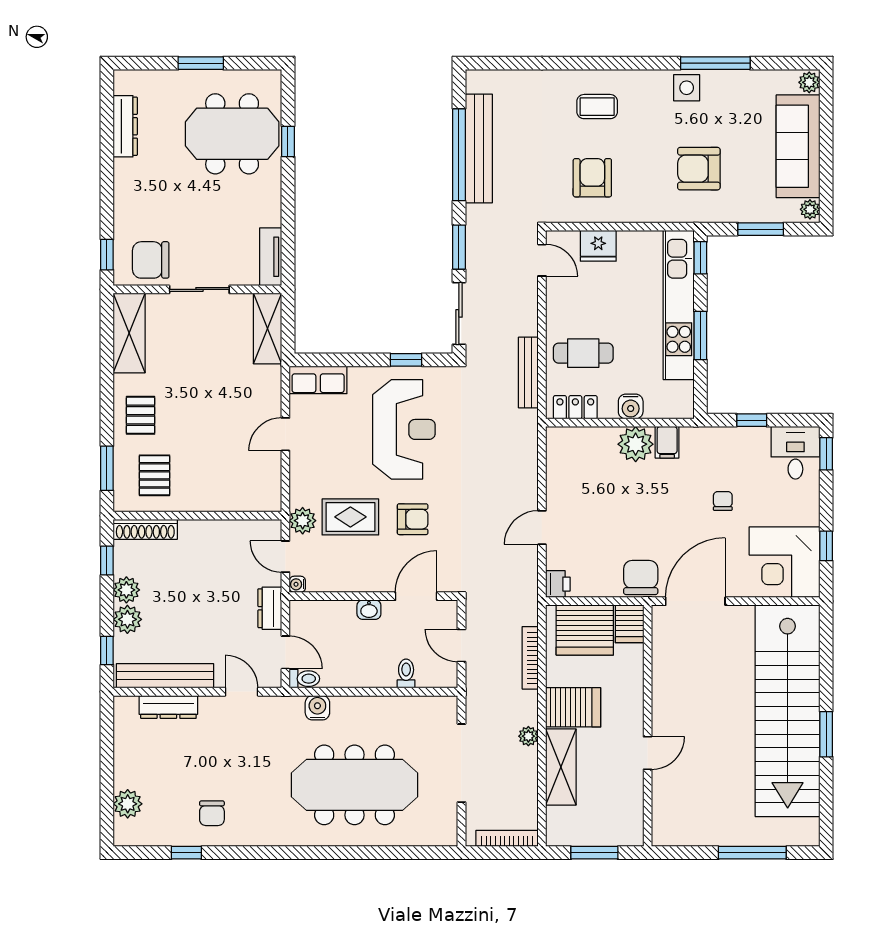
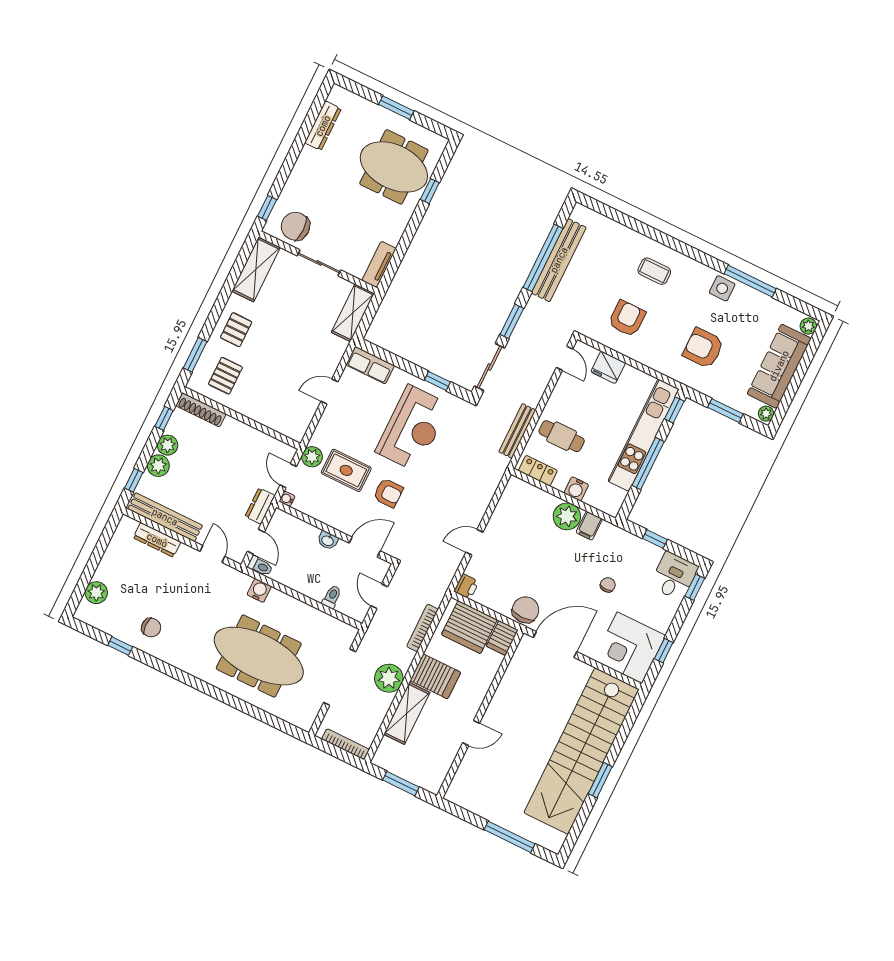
window: (700, 336) -> (648, 464), width x1.44
plant: (528, 736) -> (389, 678), width x1.87, depth x1.87
chair: (212, 813) -> (151, 628), turned -90

